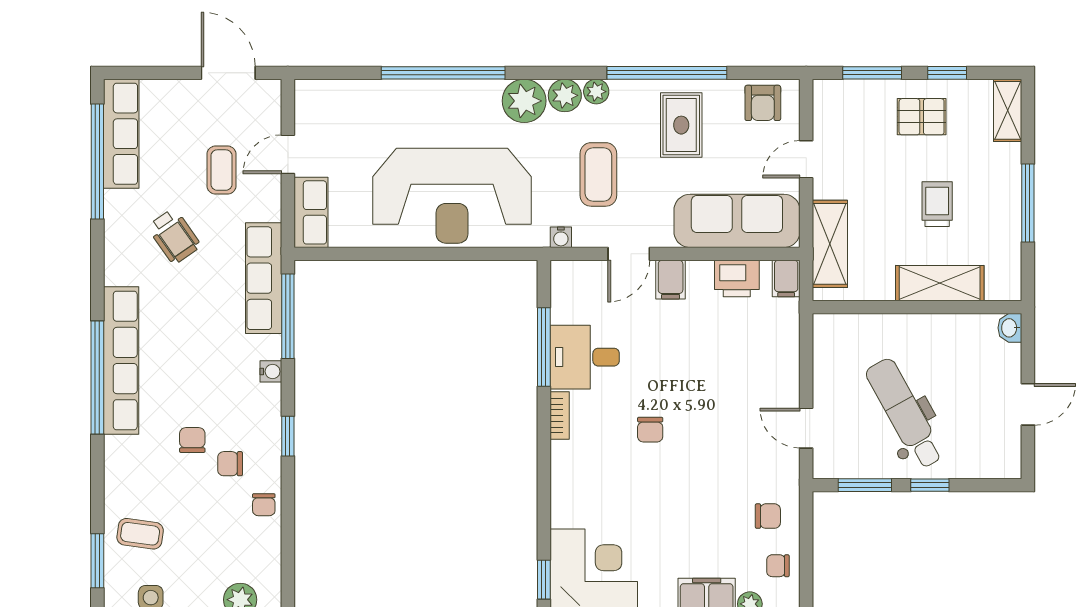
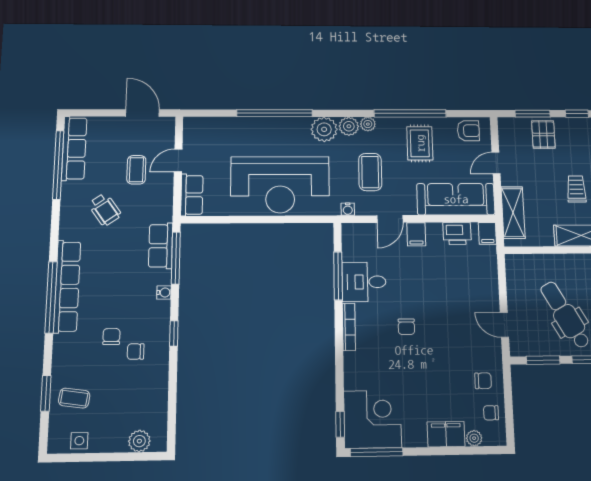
armchair: (763, 103) -> (468, 131), turned -90
pallet: (922, 117) -> (543, 134), moved, turned 90
row of seats: (264, 278) -> (161, 246), width x0.68
bookcase: (560, 416) -> (349, 327), width x1.56
chair: (264, 505) -> (157, 378), removed
window: (97, 561) -> (46, 393), moved

